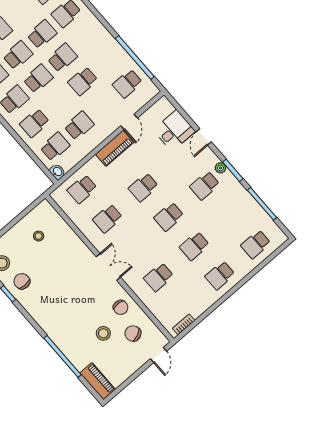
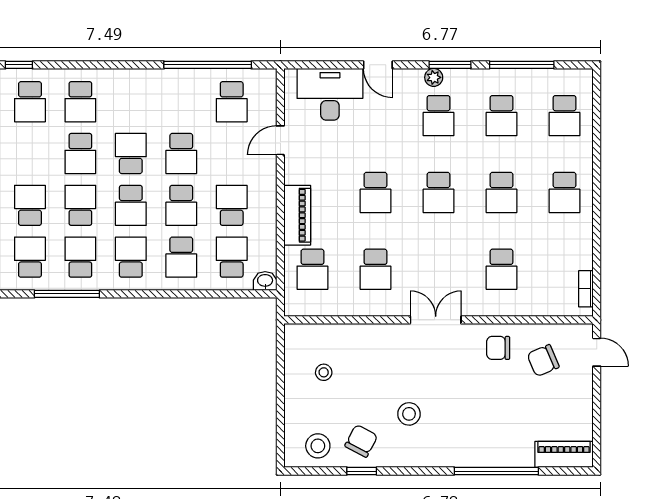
school desk: (42, 34) -> (80, 154), turned 180
school desk: (38, 79) -> (131, 205), turned 180
school desk: (59, 102) -> (181, 205), added
door: (129, 122) -> (280, 140), swing flipped
desk: (174, 131) -> (330, 94), width x1.37
piano: (115, 148) -> (297, 215), moved
school desk: (230, 215) -> (502, 116), added
chair: (22, 281) -> (361, 441), turned 118
chair: (121, 307) -> (498, 348), turned 180
stool: (103, 333) -> (409, 414), moved

